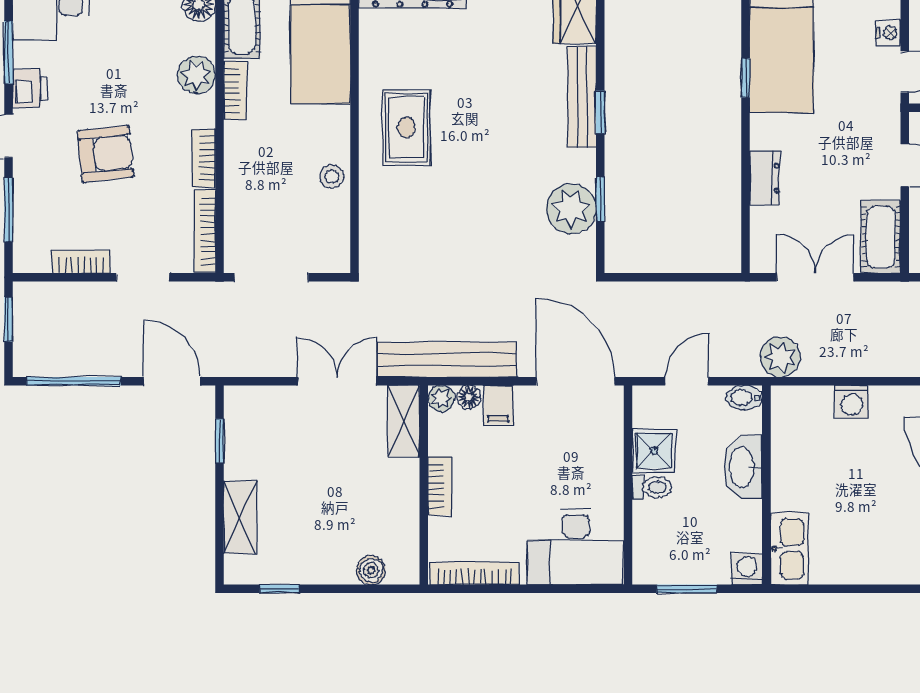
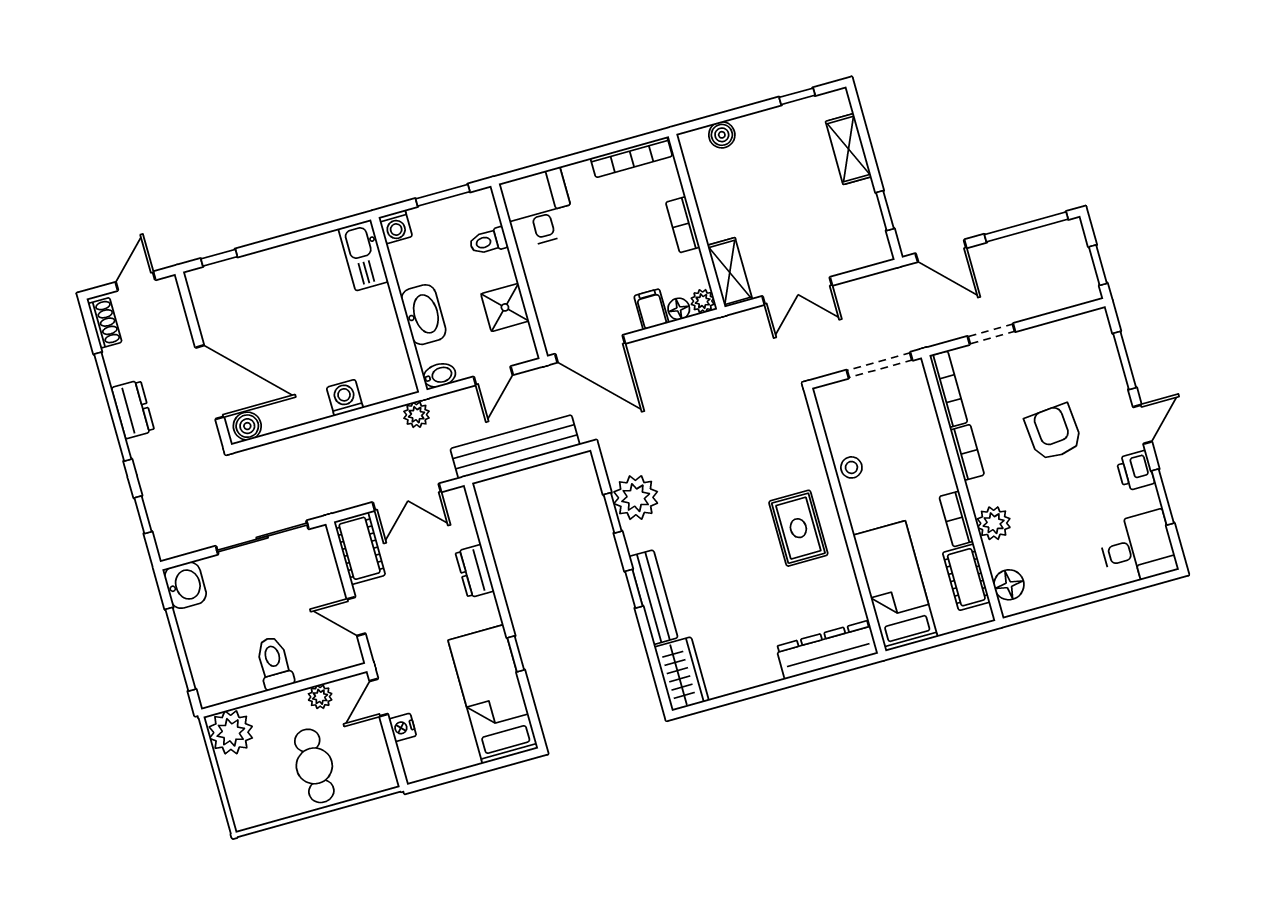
armchair: (106, 154) -> (1054, 432), turned 91
bookcase: (81, 262) -> (1049, 333), removed
plant: (780, 357) -> (417, 415), width x0.73, depth x0.73
bench: (447, 360) -> (515, 447), moved
toilet: (652, 487) -> (488, 241), moved
desk: (575, 547) -> (538, 208), width x0.73

